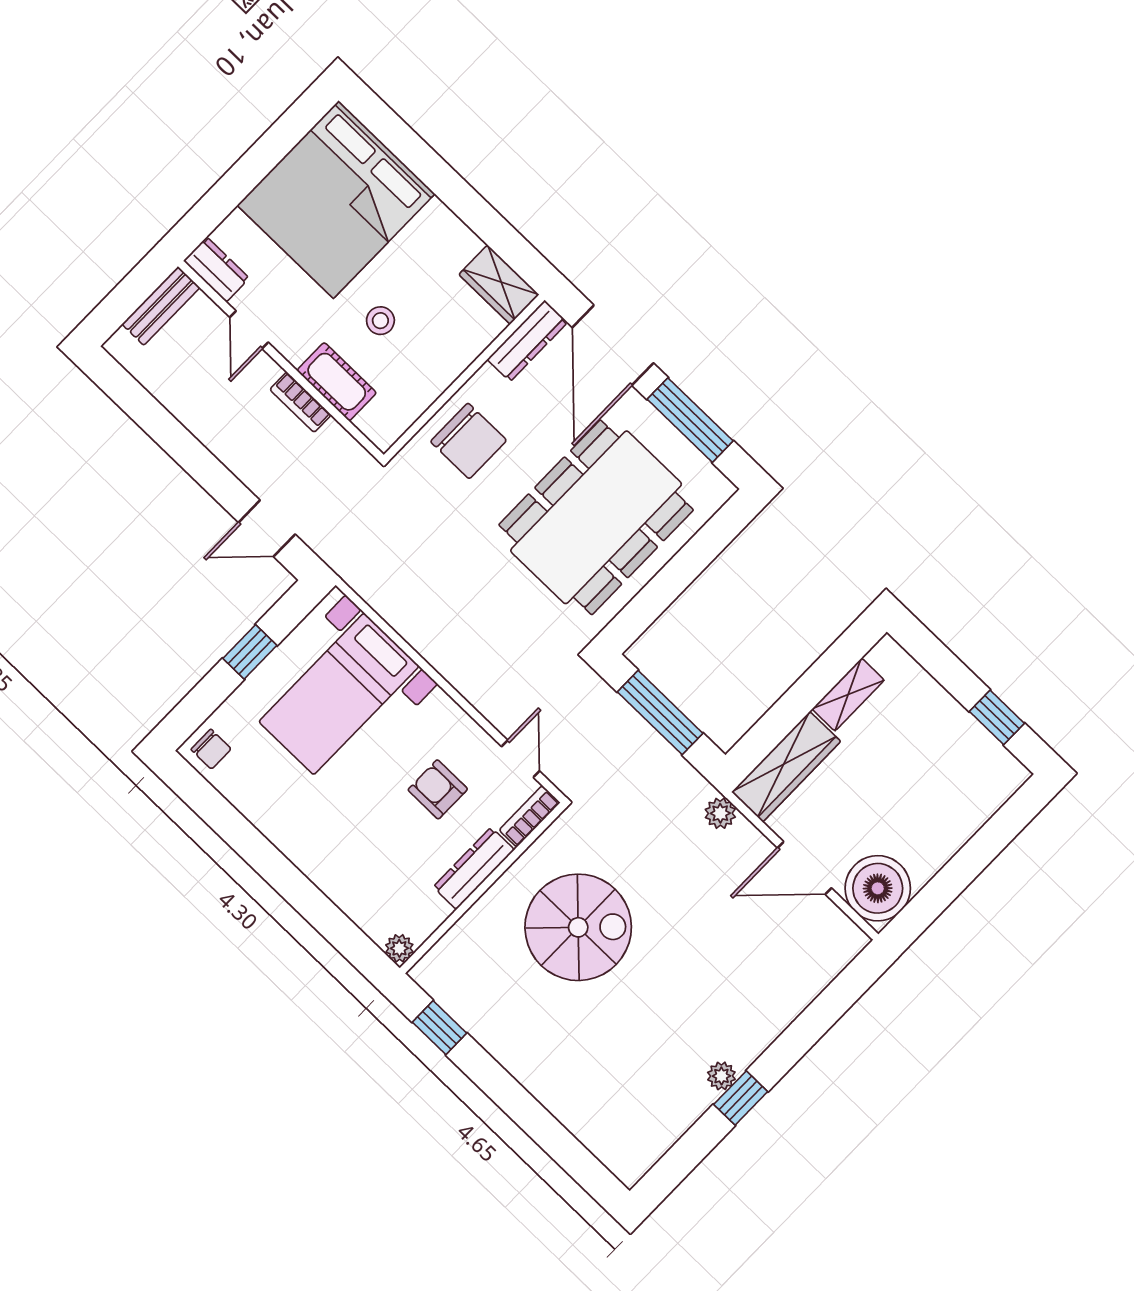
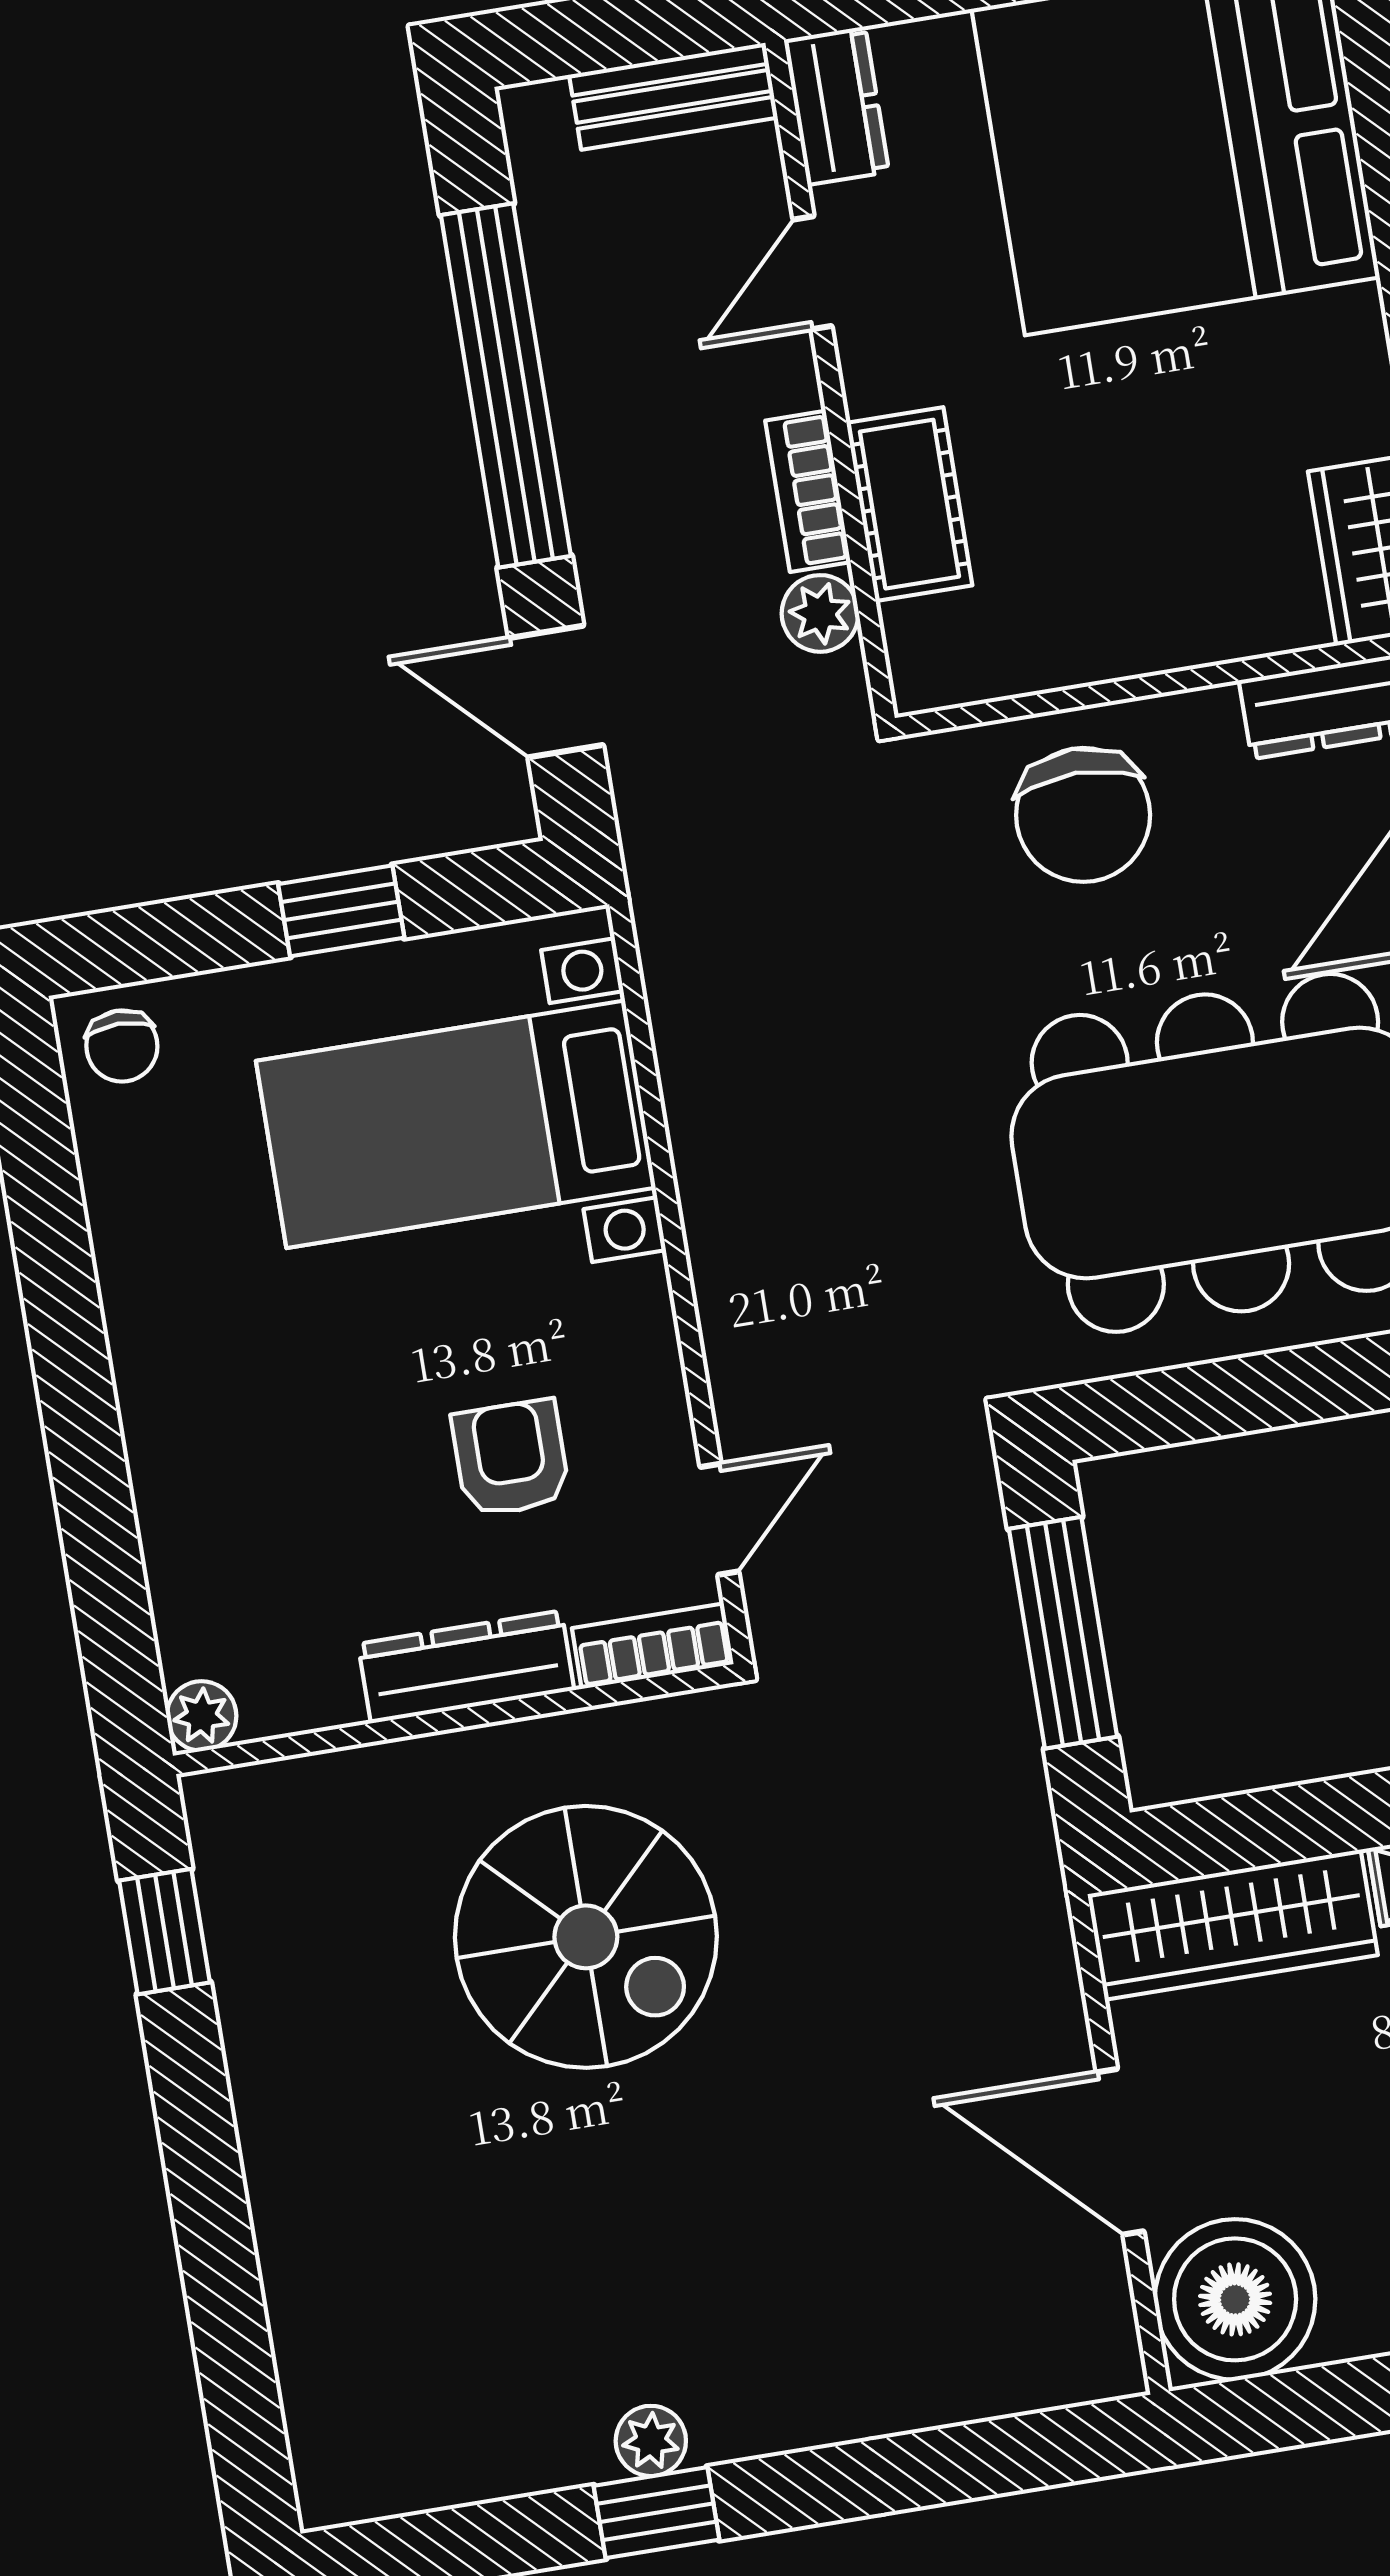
stool: (380, 321) -> (1086, 448), removed
window: (176, 441) -> (506, 385), added
plant: (720, 813) -> (820, 613), moved

